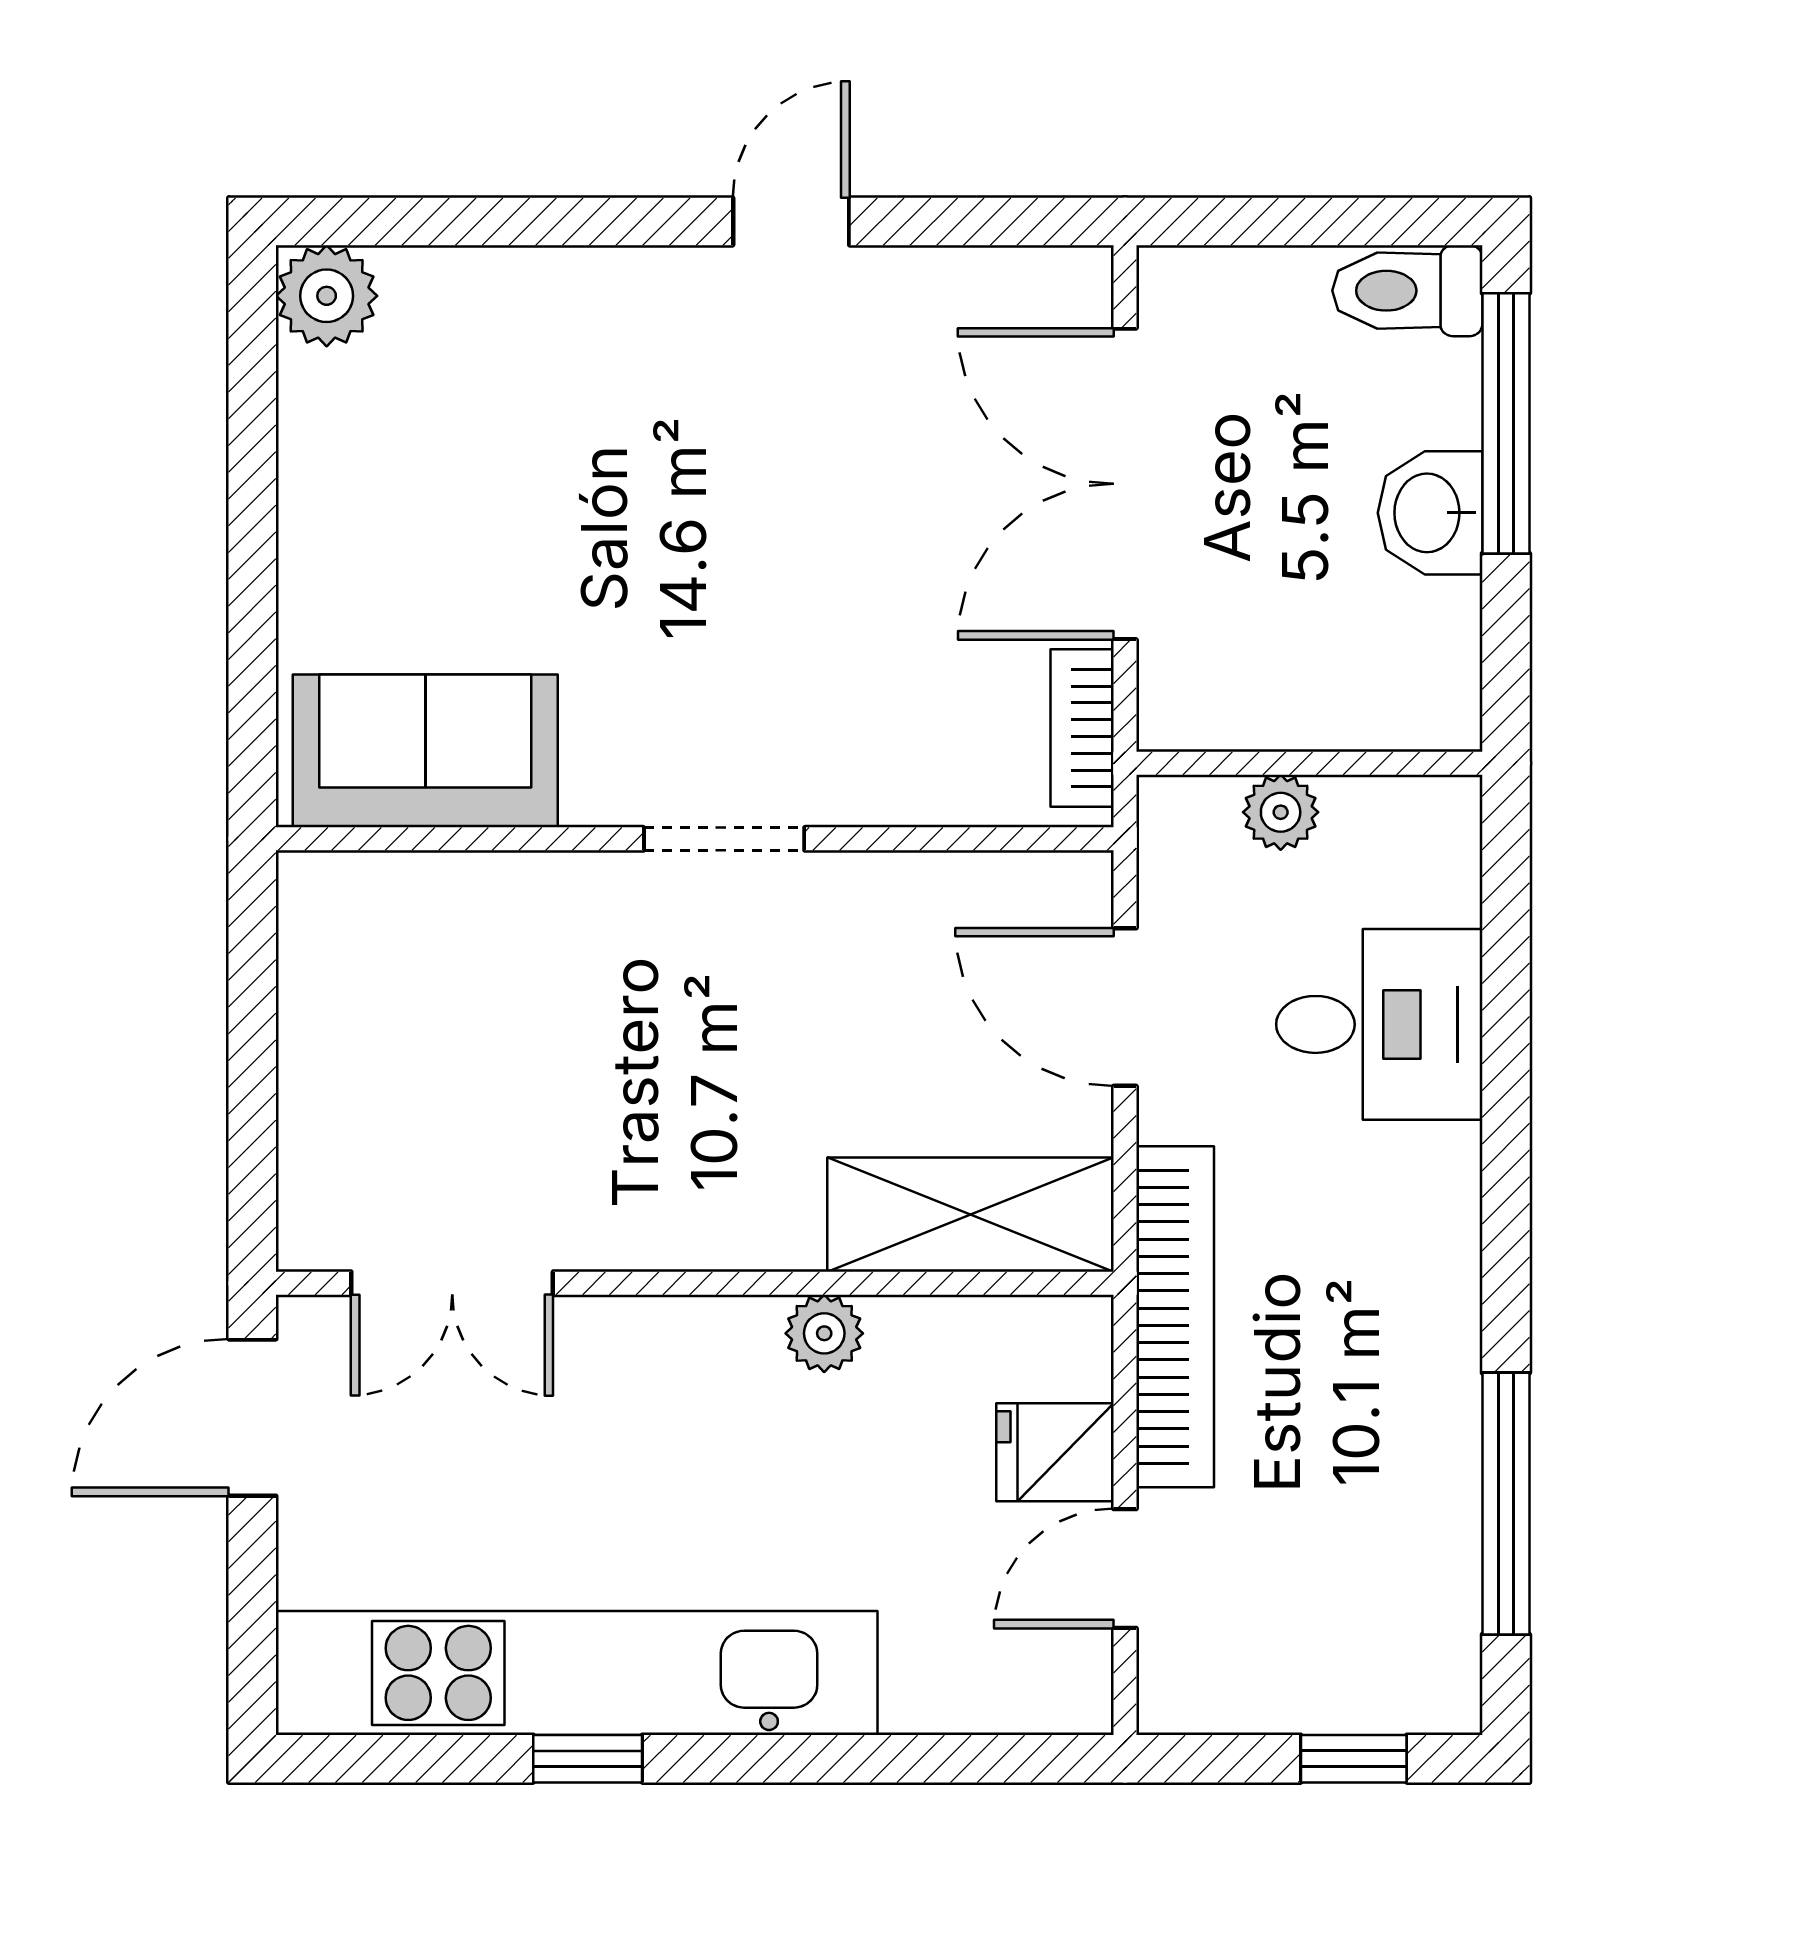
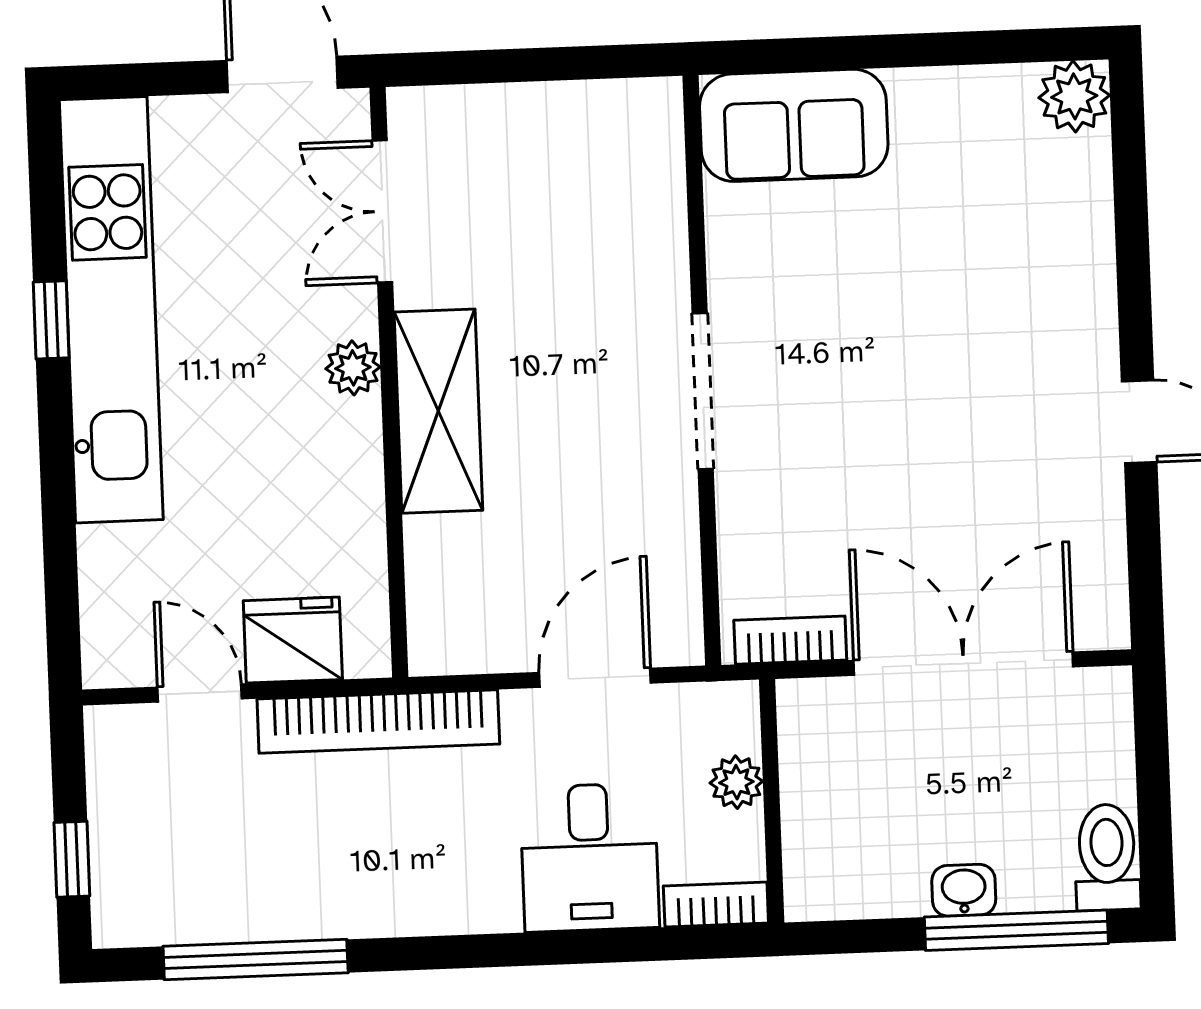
washbasin: (1430, 513) -> (964, 890), width x0.72, depth x0.69
sofa: (425, 751) -> (794, 125), moved, turned 90
doorway: (724, 839) -> (703, 391), width x1.38
bookcase: (1453, 848) -> (716, 905), added
shelving: (971, 1215) -> (438, 411), moved
plant: (824, 1333) -> (353, 368), moved
fridge: (1055, 1452) -> (293, 640), width x1.38

